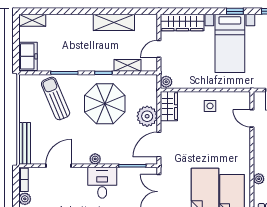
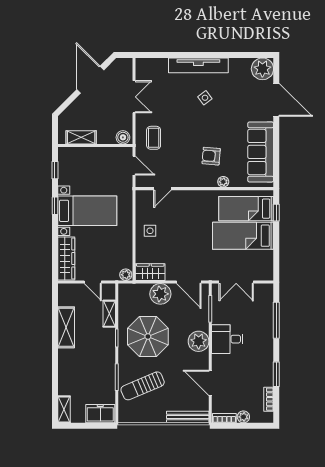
plant: (95, 159) -> (199, 341), width x1.88, depth x1.88

